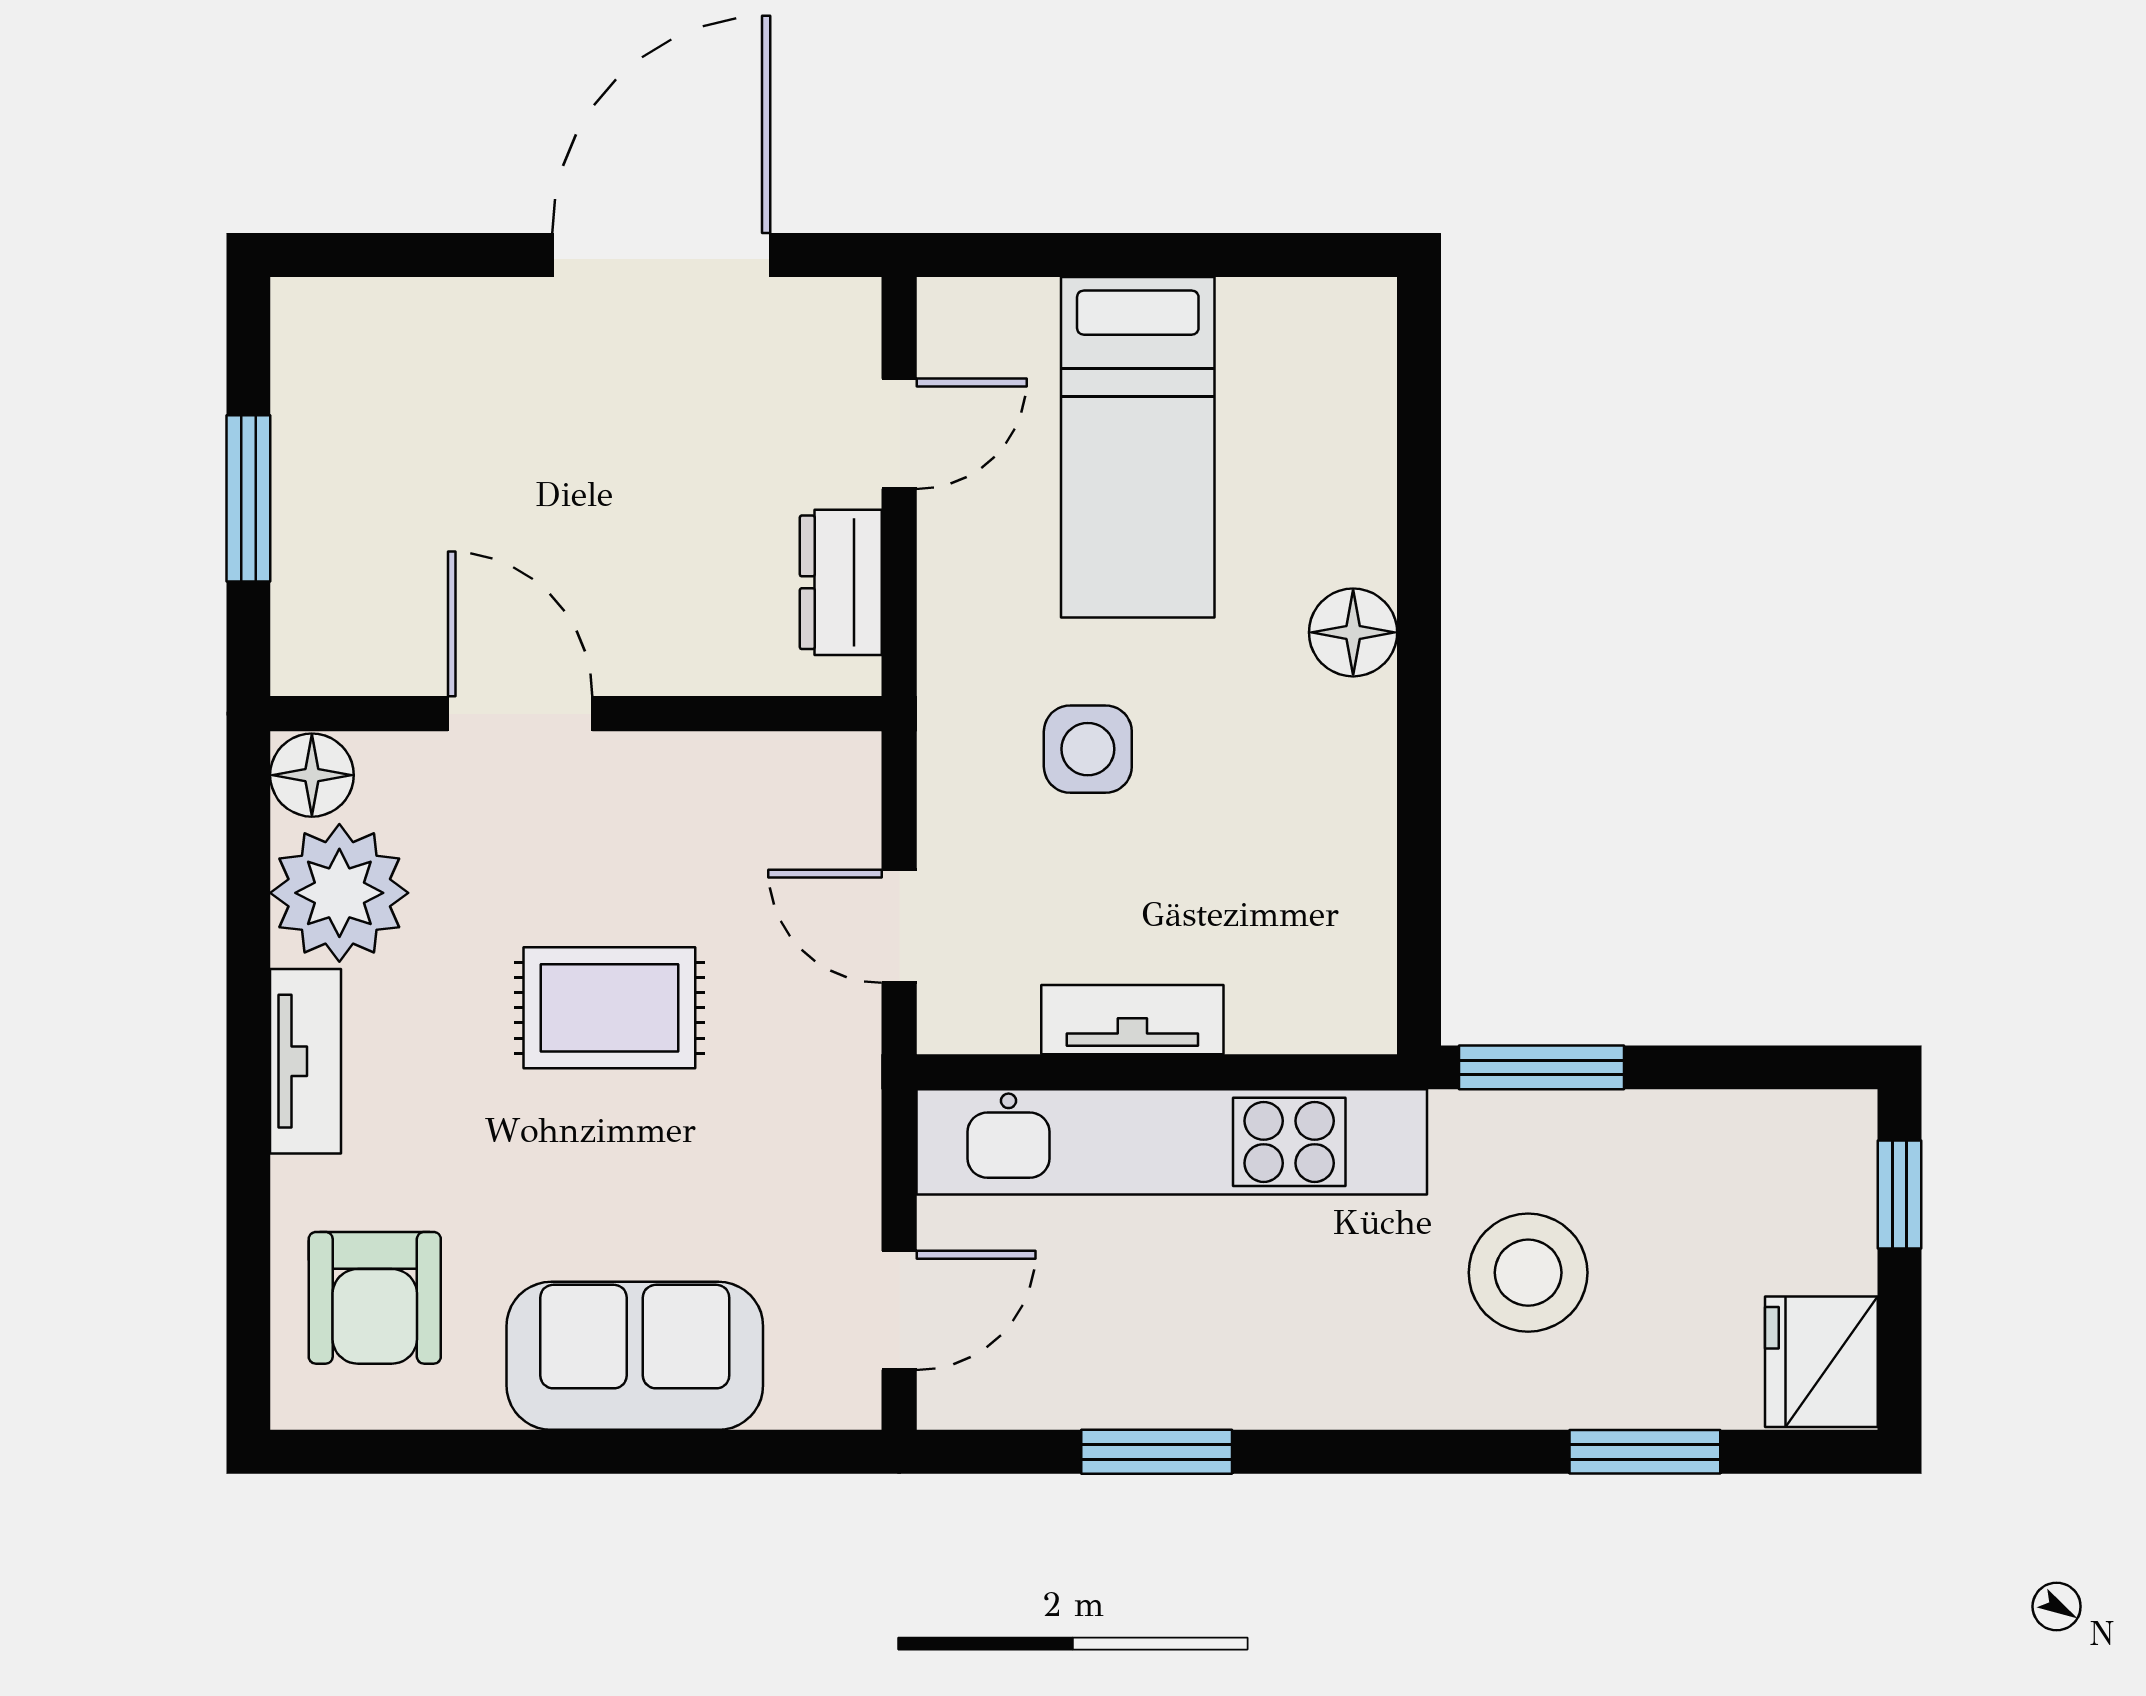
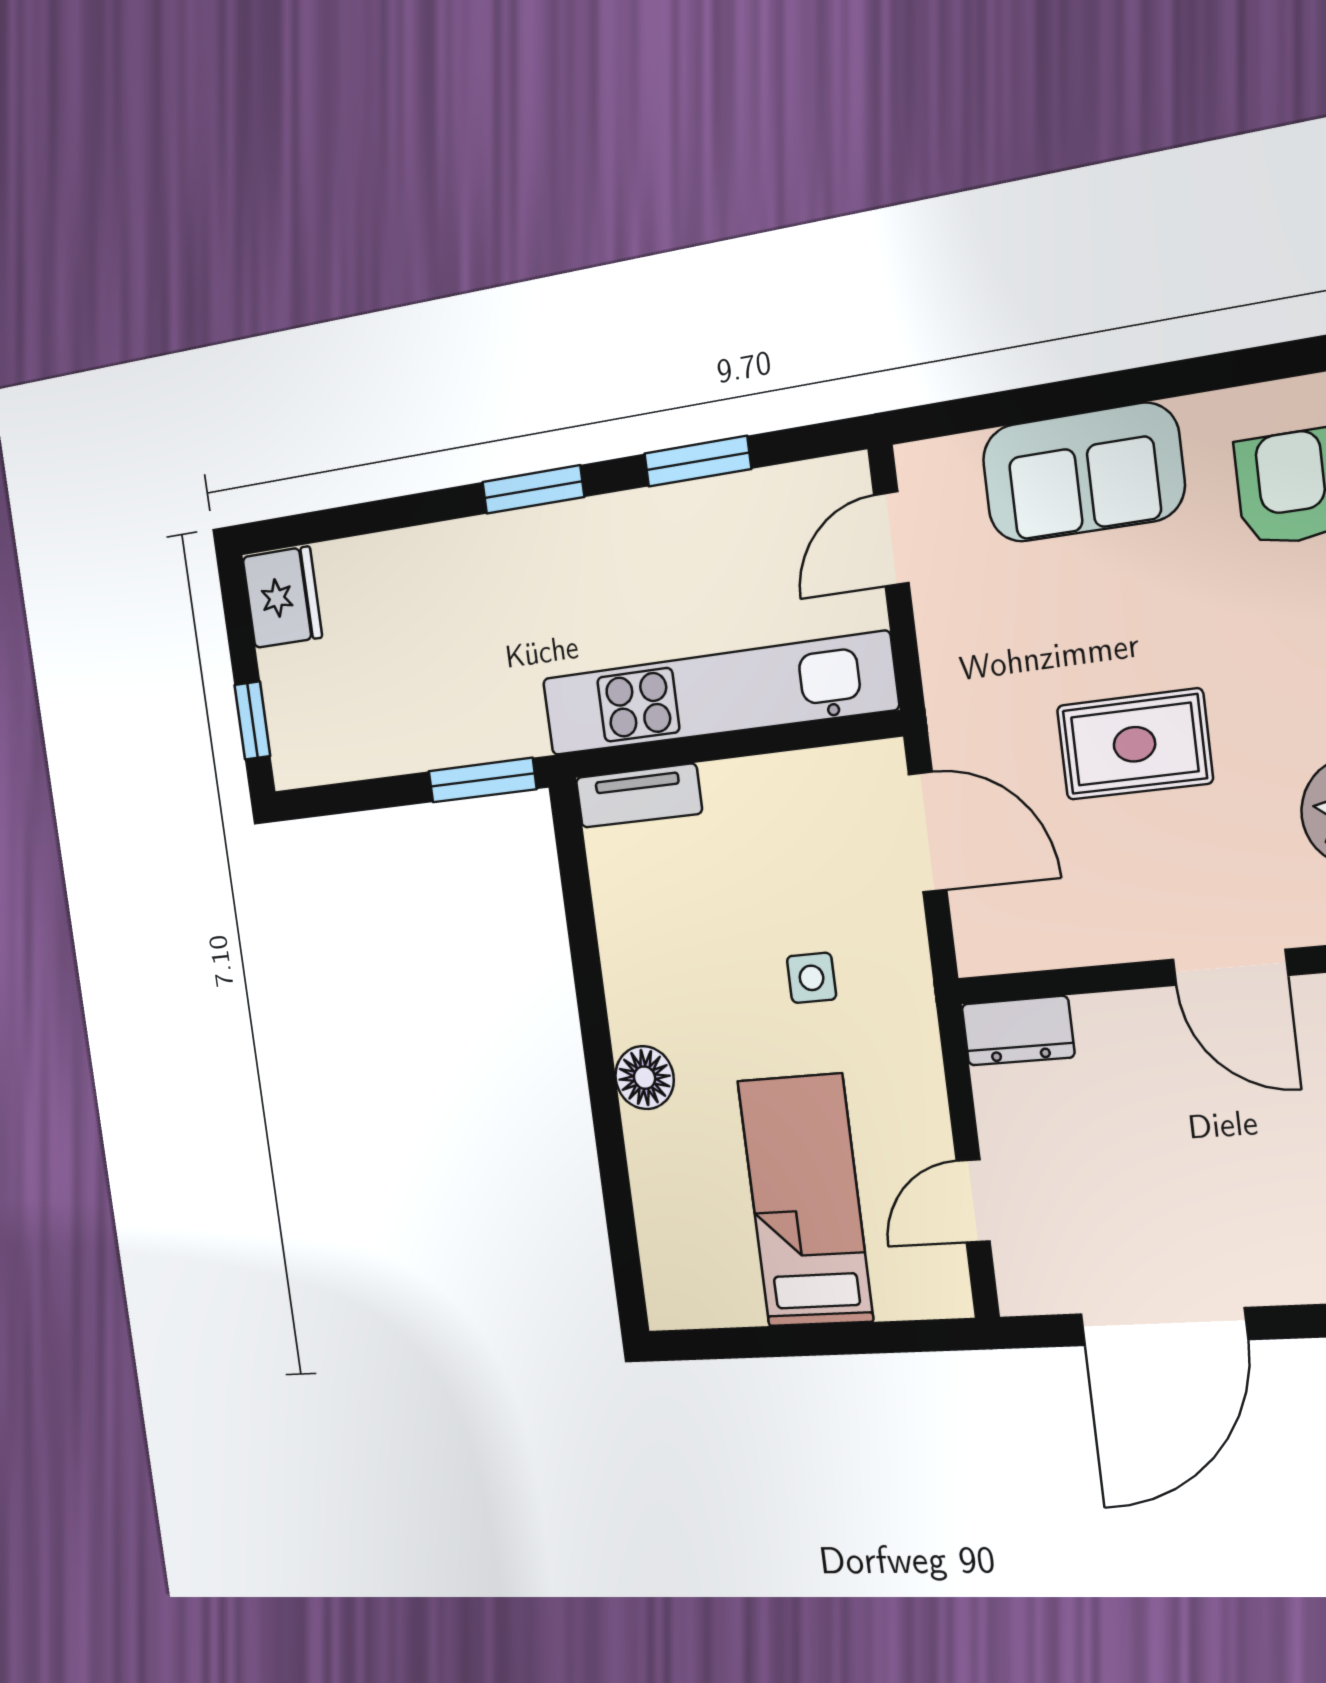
dresser: (841, 582) -> (1018, 1031), moved, turned 90
side table: (1088, 749) -> (812, 978), width x0.73, depth x0.73
door: (899, 926) -> (928, 832), width x1.38
tv unit: (1132, 1020) -> (639, 796), moved
stool: (1528, 1273) -> (471, 632), removed
window: (1645, 1452) -> (533, 490), moved

